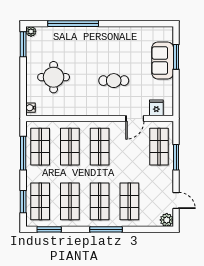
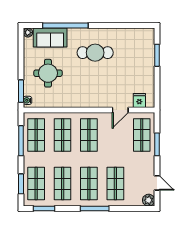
window: (23, 44) -> (21, 91), moved
sofa: (163, 61) -> (50, 38), moved, turned -90
cafe table: (114, 81) -> (95, 53), moved, width x1.37, depth x1.35

